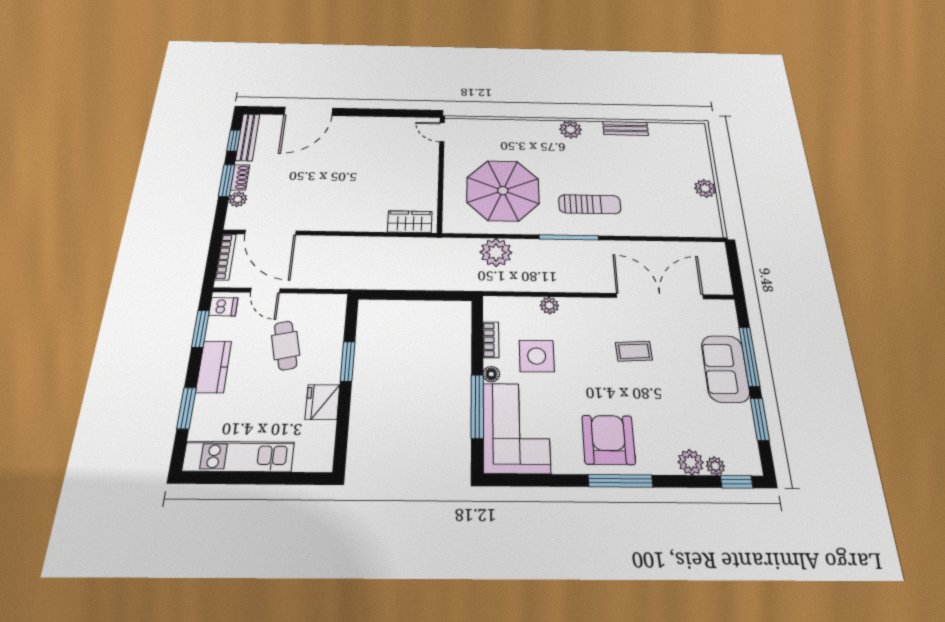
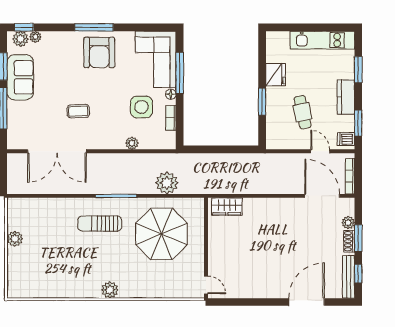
bench: (626, 128) -> (68, 292), removed
sofa: (725, 369) -> (20, 77), moved
plant: (691, 462) -> (21, 39), moved

